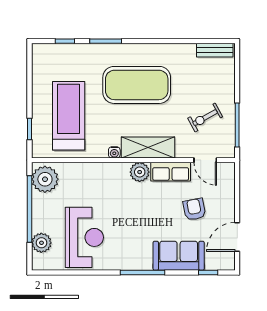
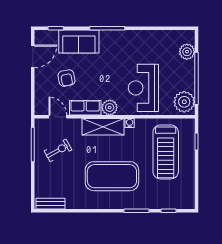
reception desk: (84, 237) -> (143, 88), moved

